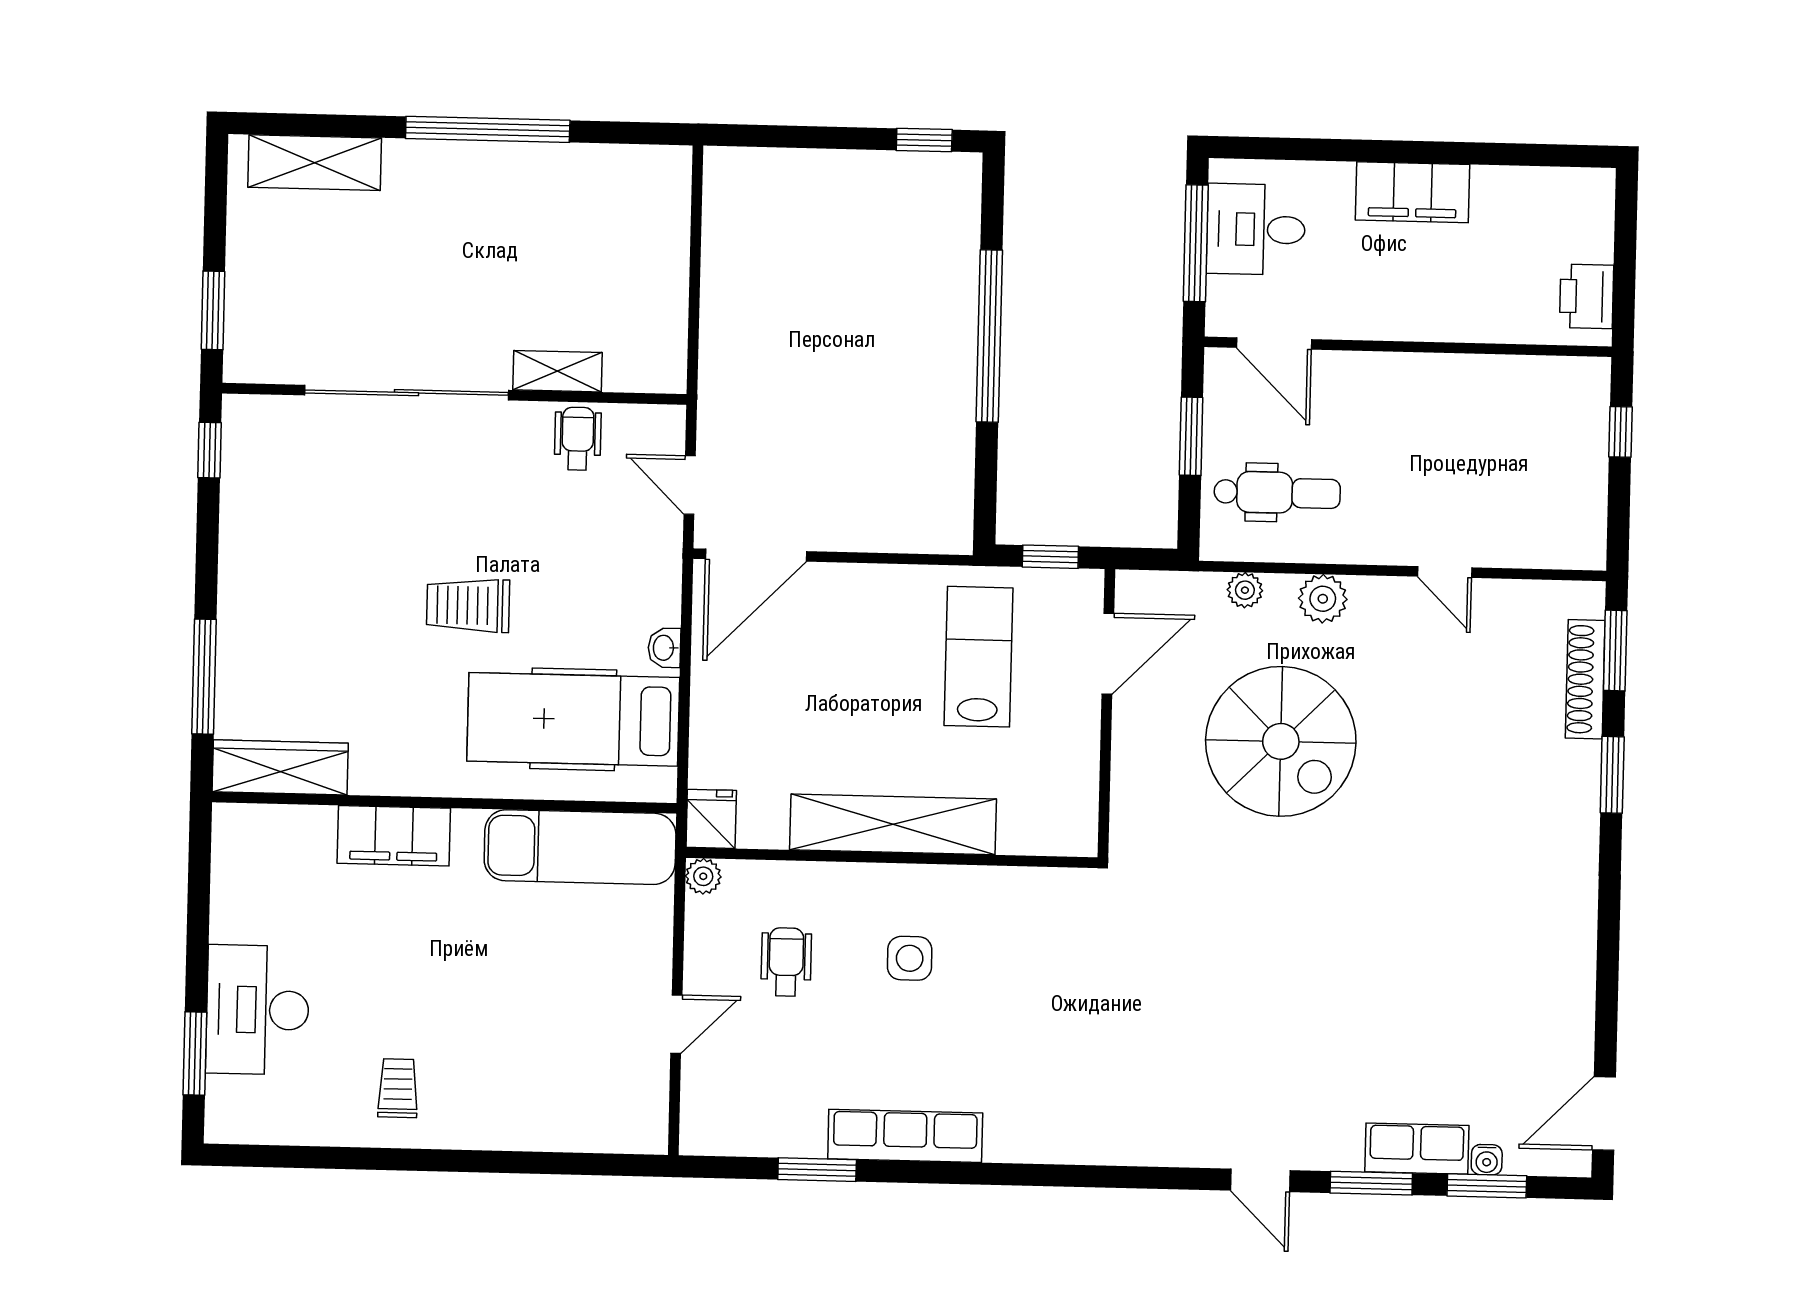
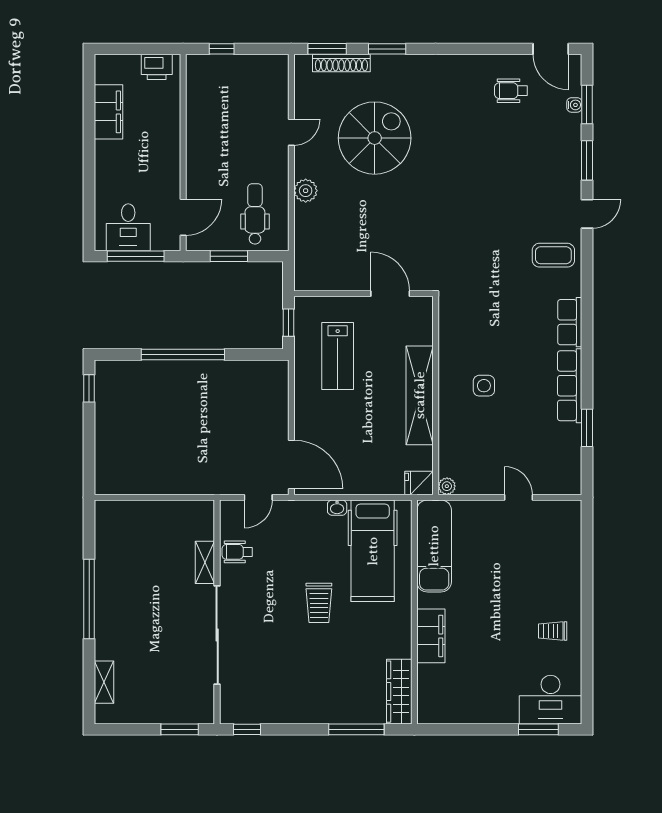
shelving: (315, 163) -> (104, 682), width x0.67, depth x0.75
filing cabinet: (1413, 192) -> (108, 112), moved
plant: (1245, 590) -> (302, 228), removed
door: (1108, 654) -> (390, 294), moved
lab bench: (979, 657) -> (338, 356), turned -90
spiral stairs: (1281, 741) -> (375, 138), moved
wheelchair: (786, 962) -> (511, 91), moved
desk: (258, 1010) -> (551, 700), moved
coffee table: (1176, 1109) -> (553, 255), added
row of seats: (1417, 1149) -> (570, 322), moved

